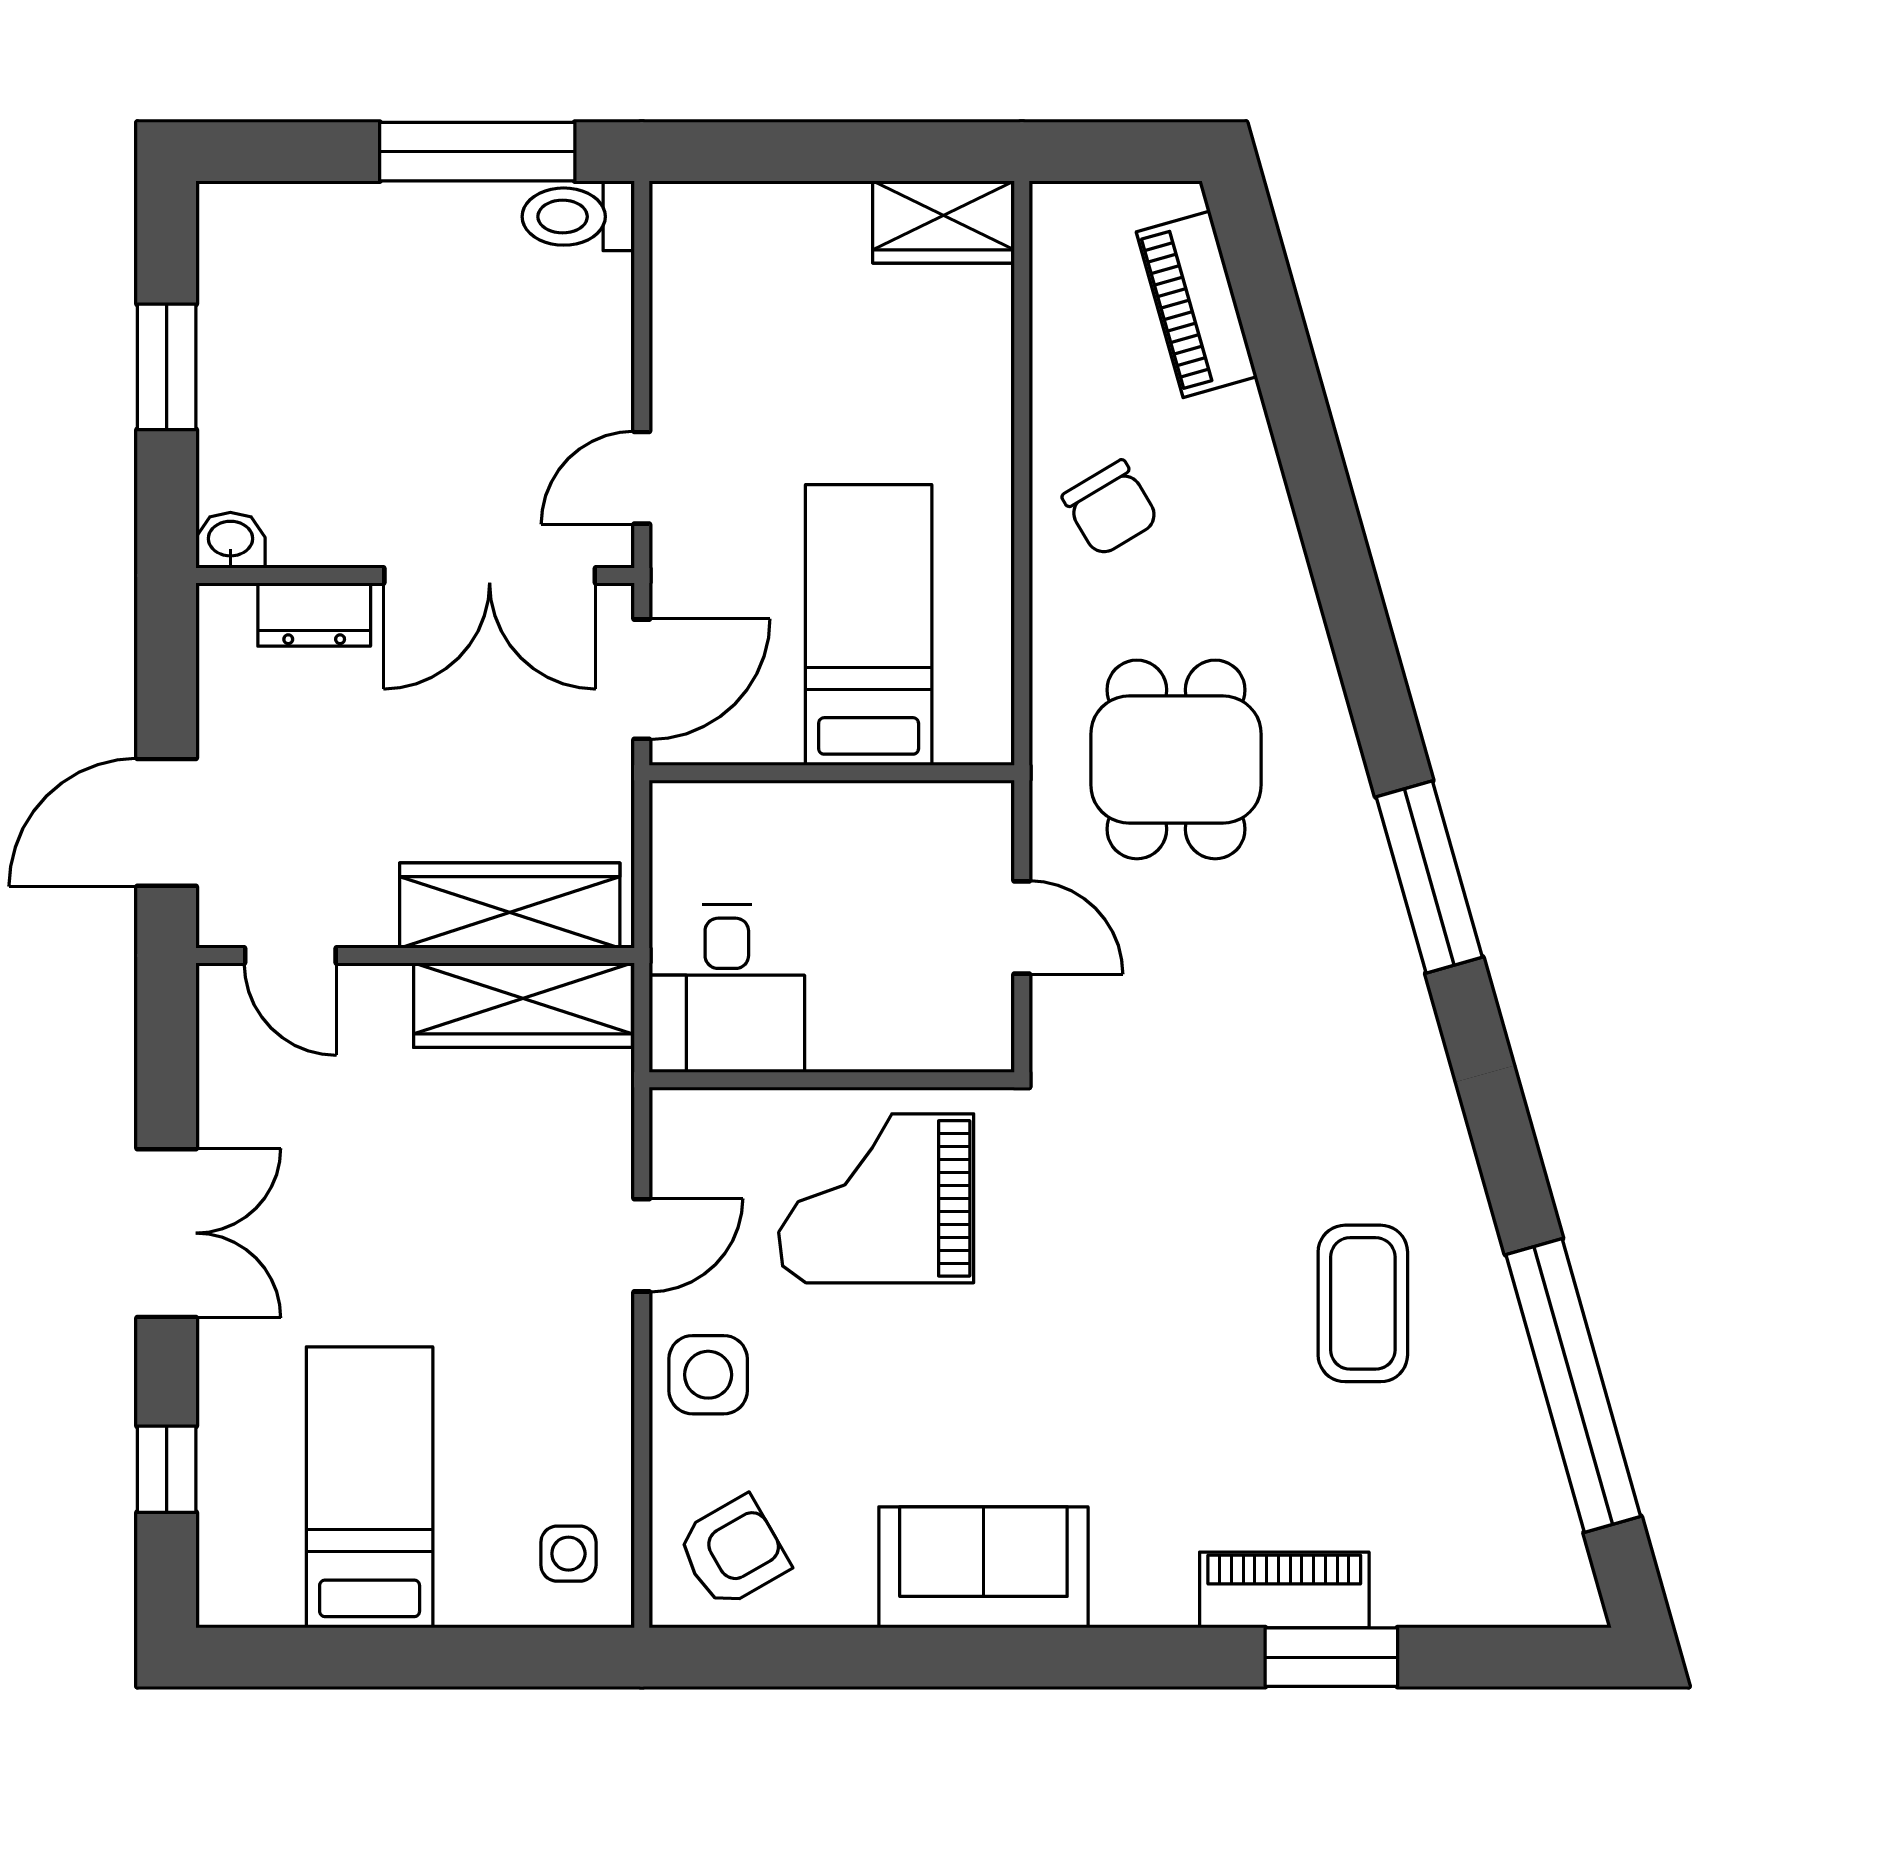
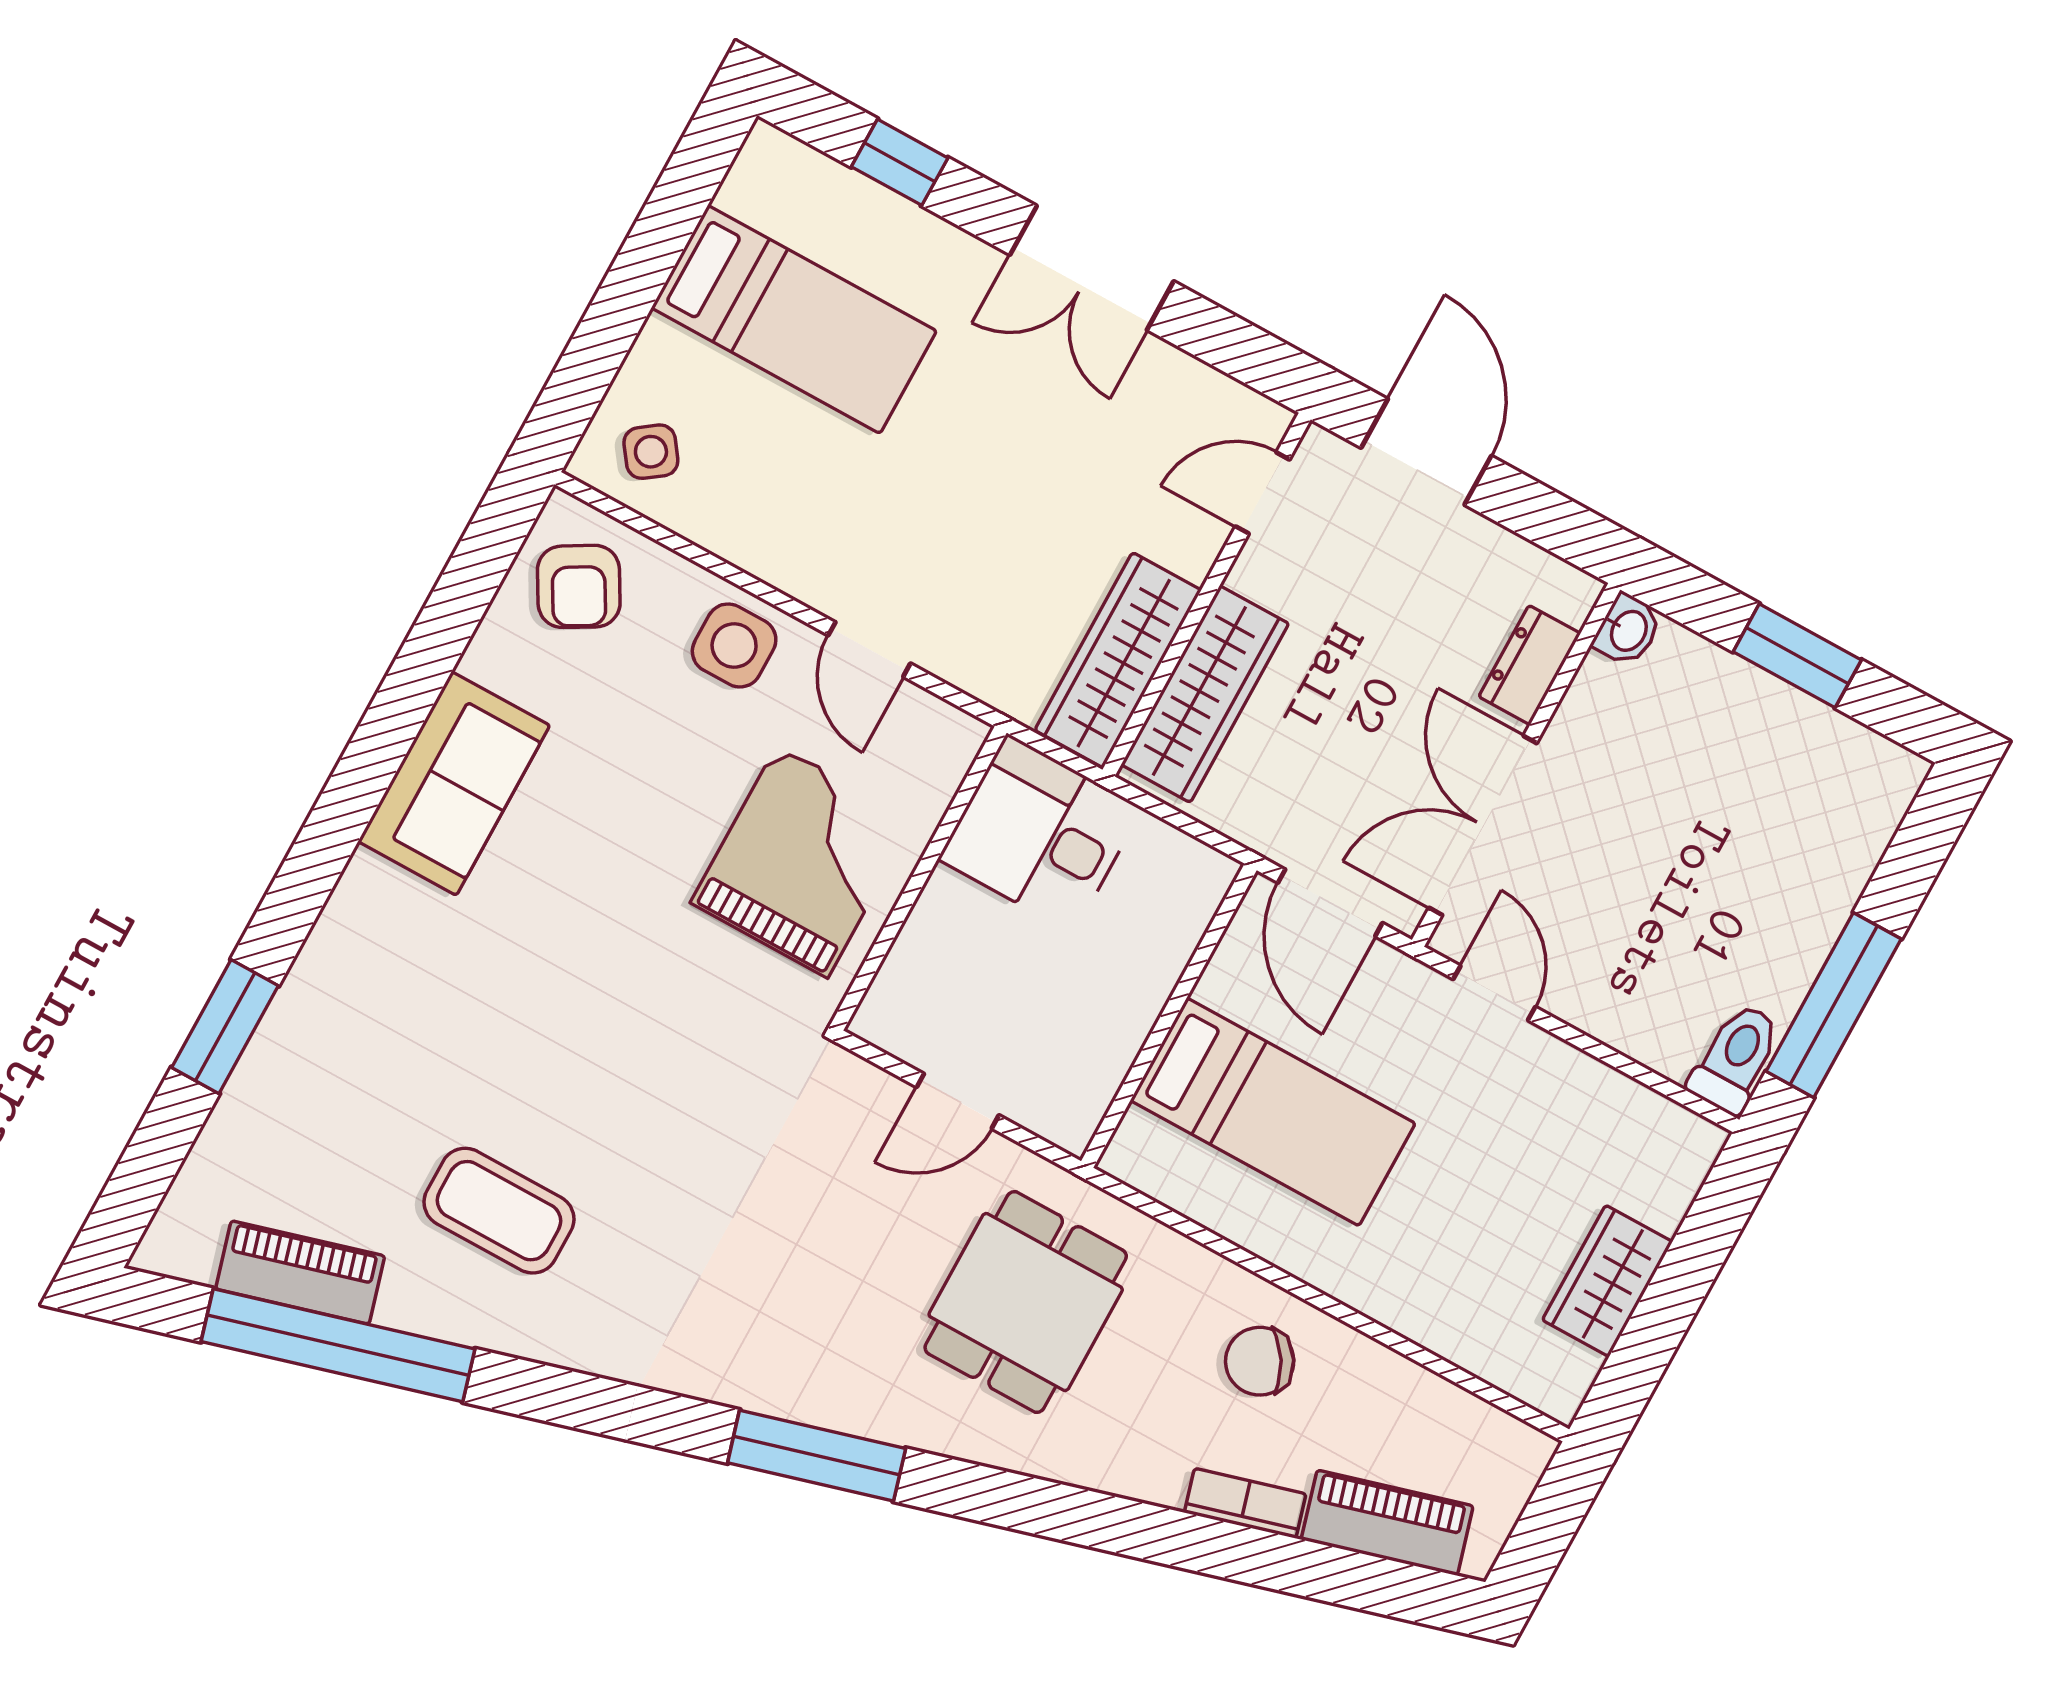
wardrobe: (944, 222) -> (1607, 1281), moved
bookcase: (1252, 448) -> (1245, 1503), added
dining table: (1176, 759) -> (1026, 1302), turned 90
side table: (568, 1554) -> (651, 452), turned -36
piano: (1284, 1590) -> (300, 1272), moved, turned -106

